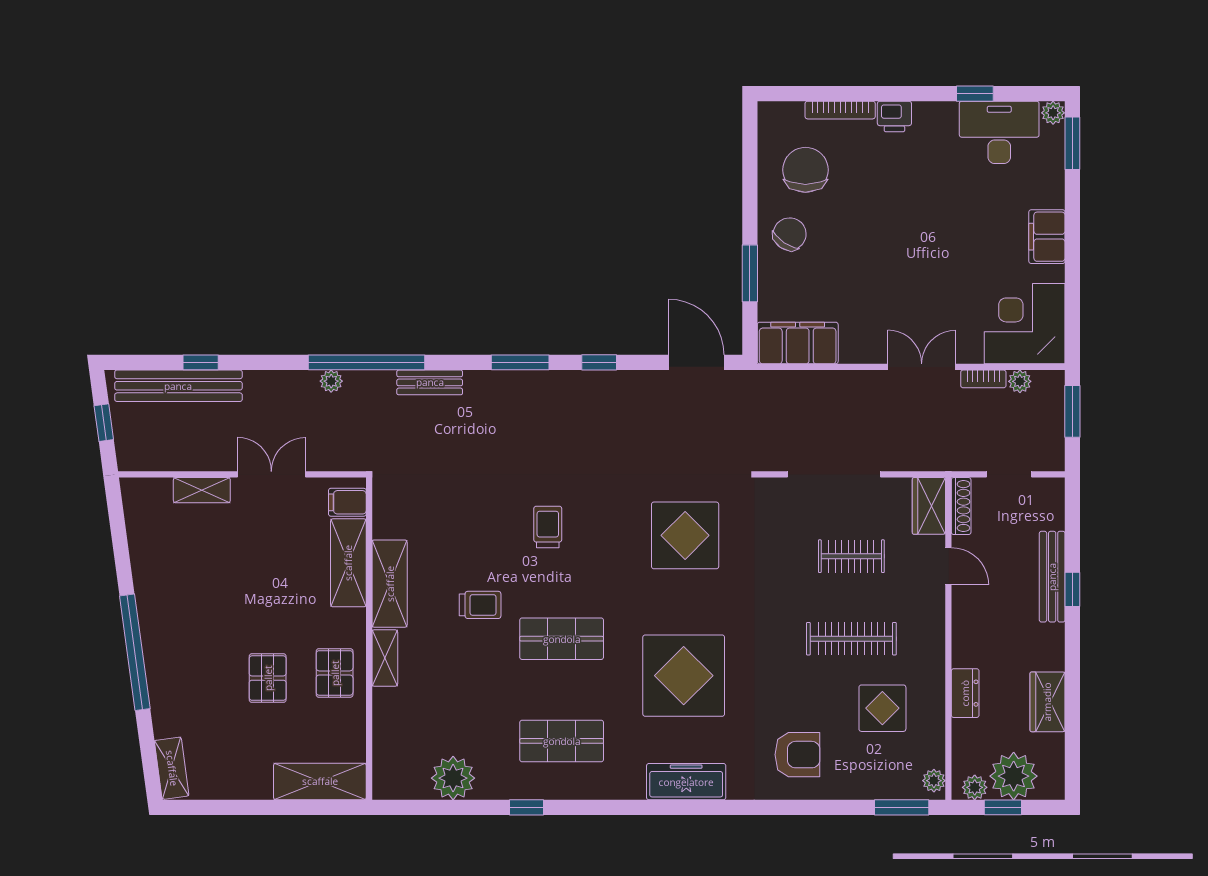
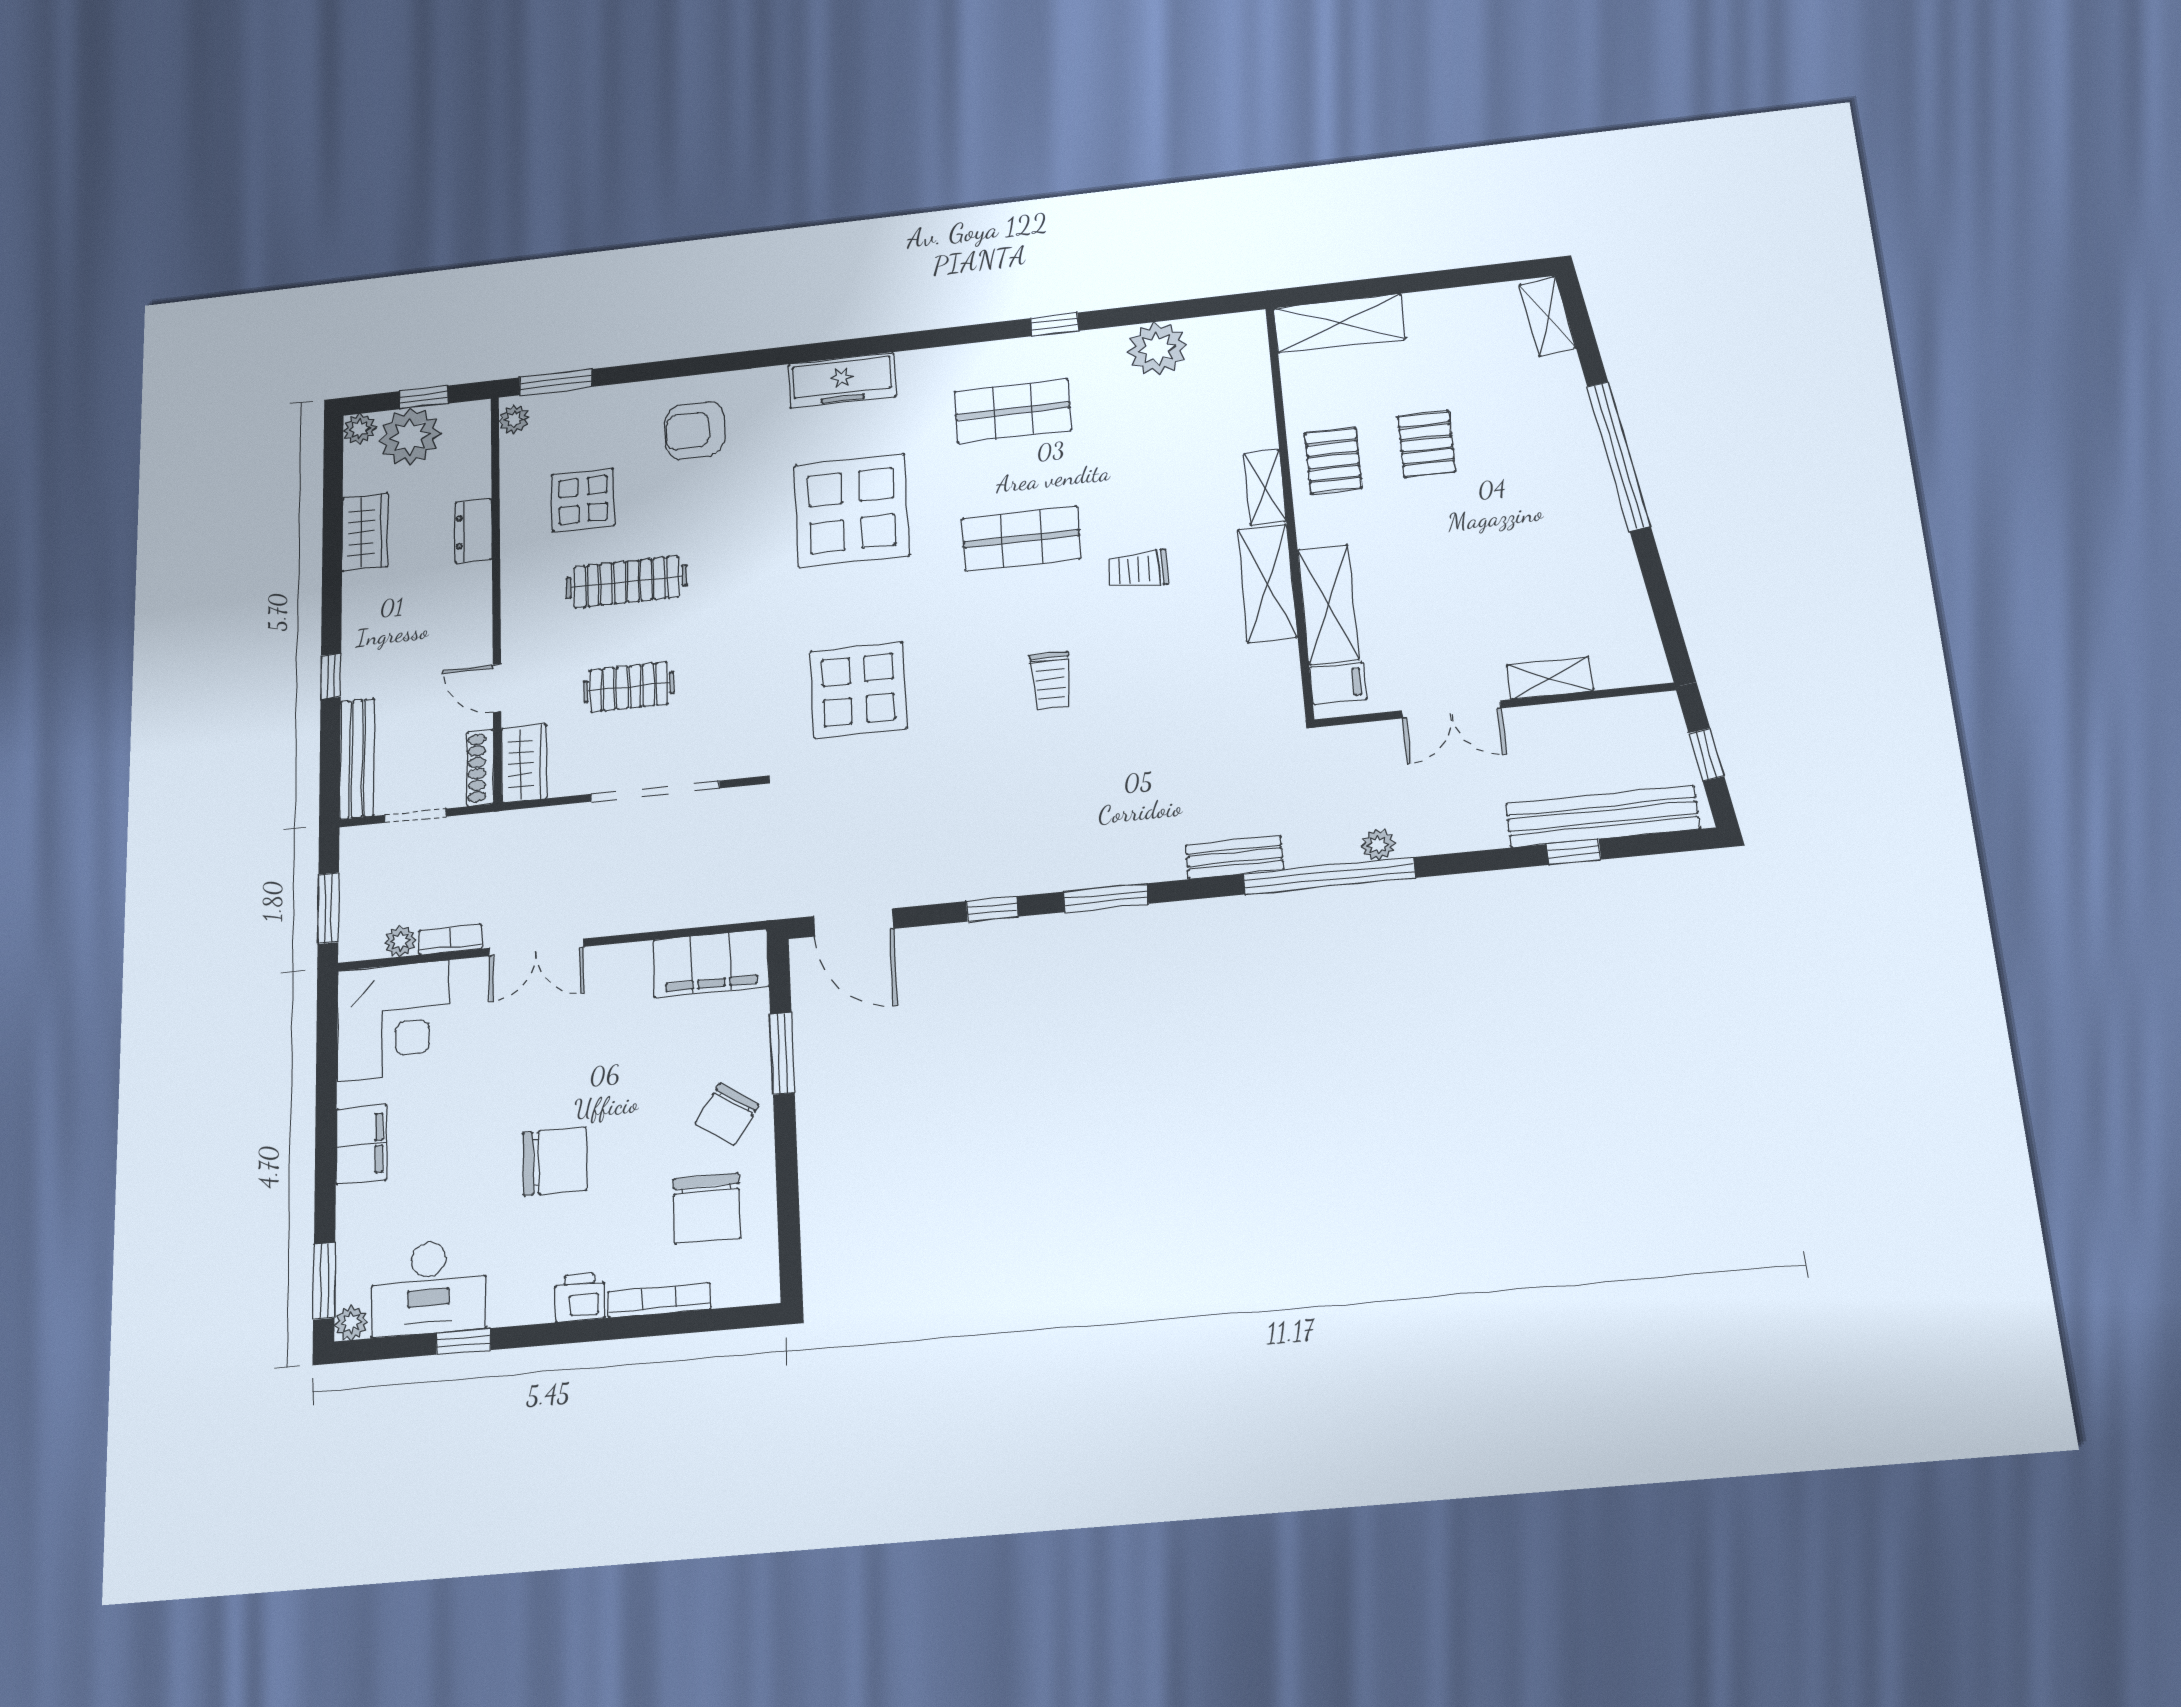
chair: (910, 212) -> (555, 1161), added
bench: (1052, 577) -> (357, 759), moved
plant: (975, 787) -> (360, 429), moved

